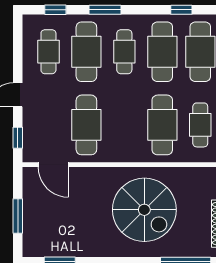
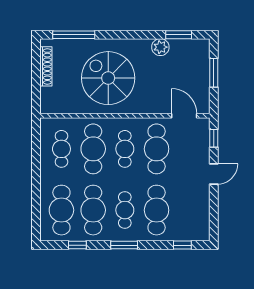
window: (105, 10) -> (124, 245), moved
cafe table: (48, 52) -> (125, 149), moved
plant: (82, 247) -> (160, 47), added

